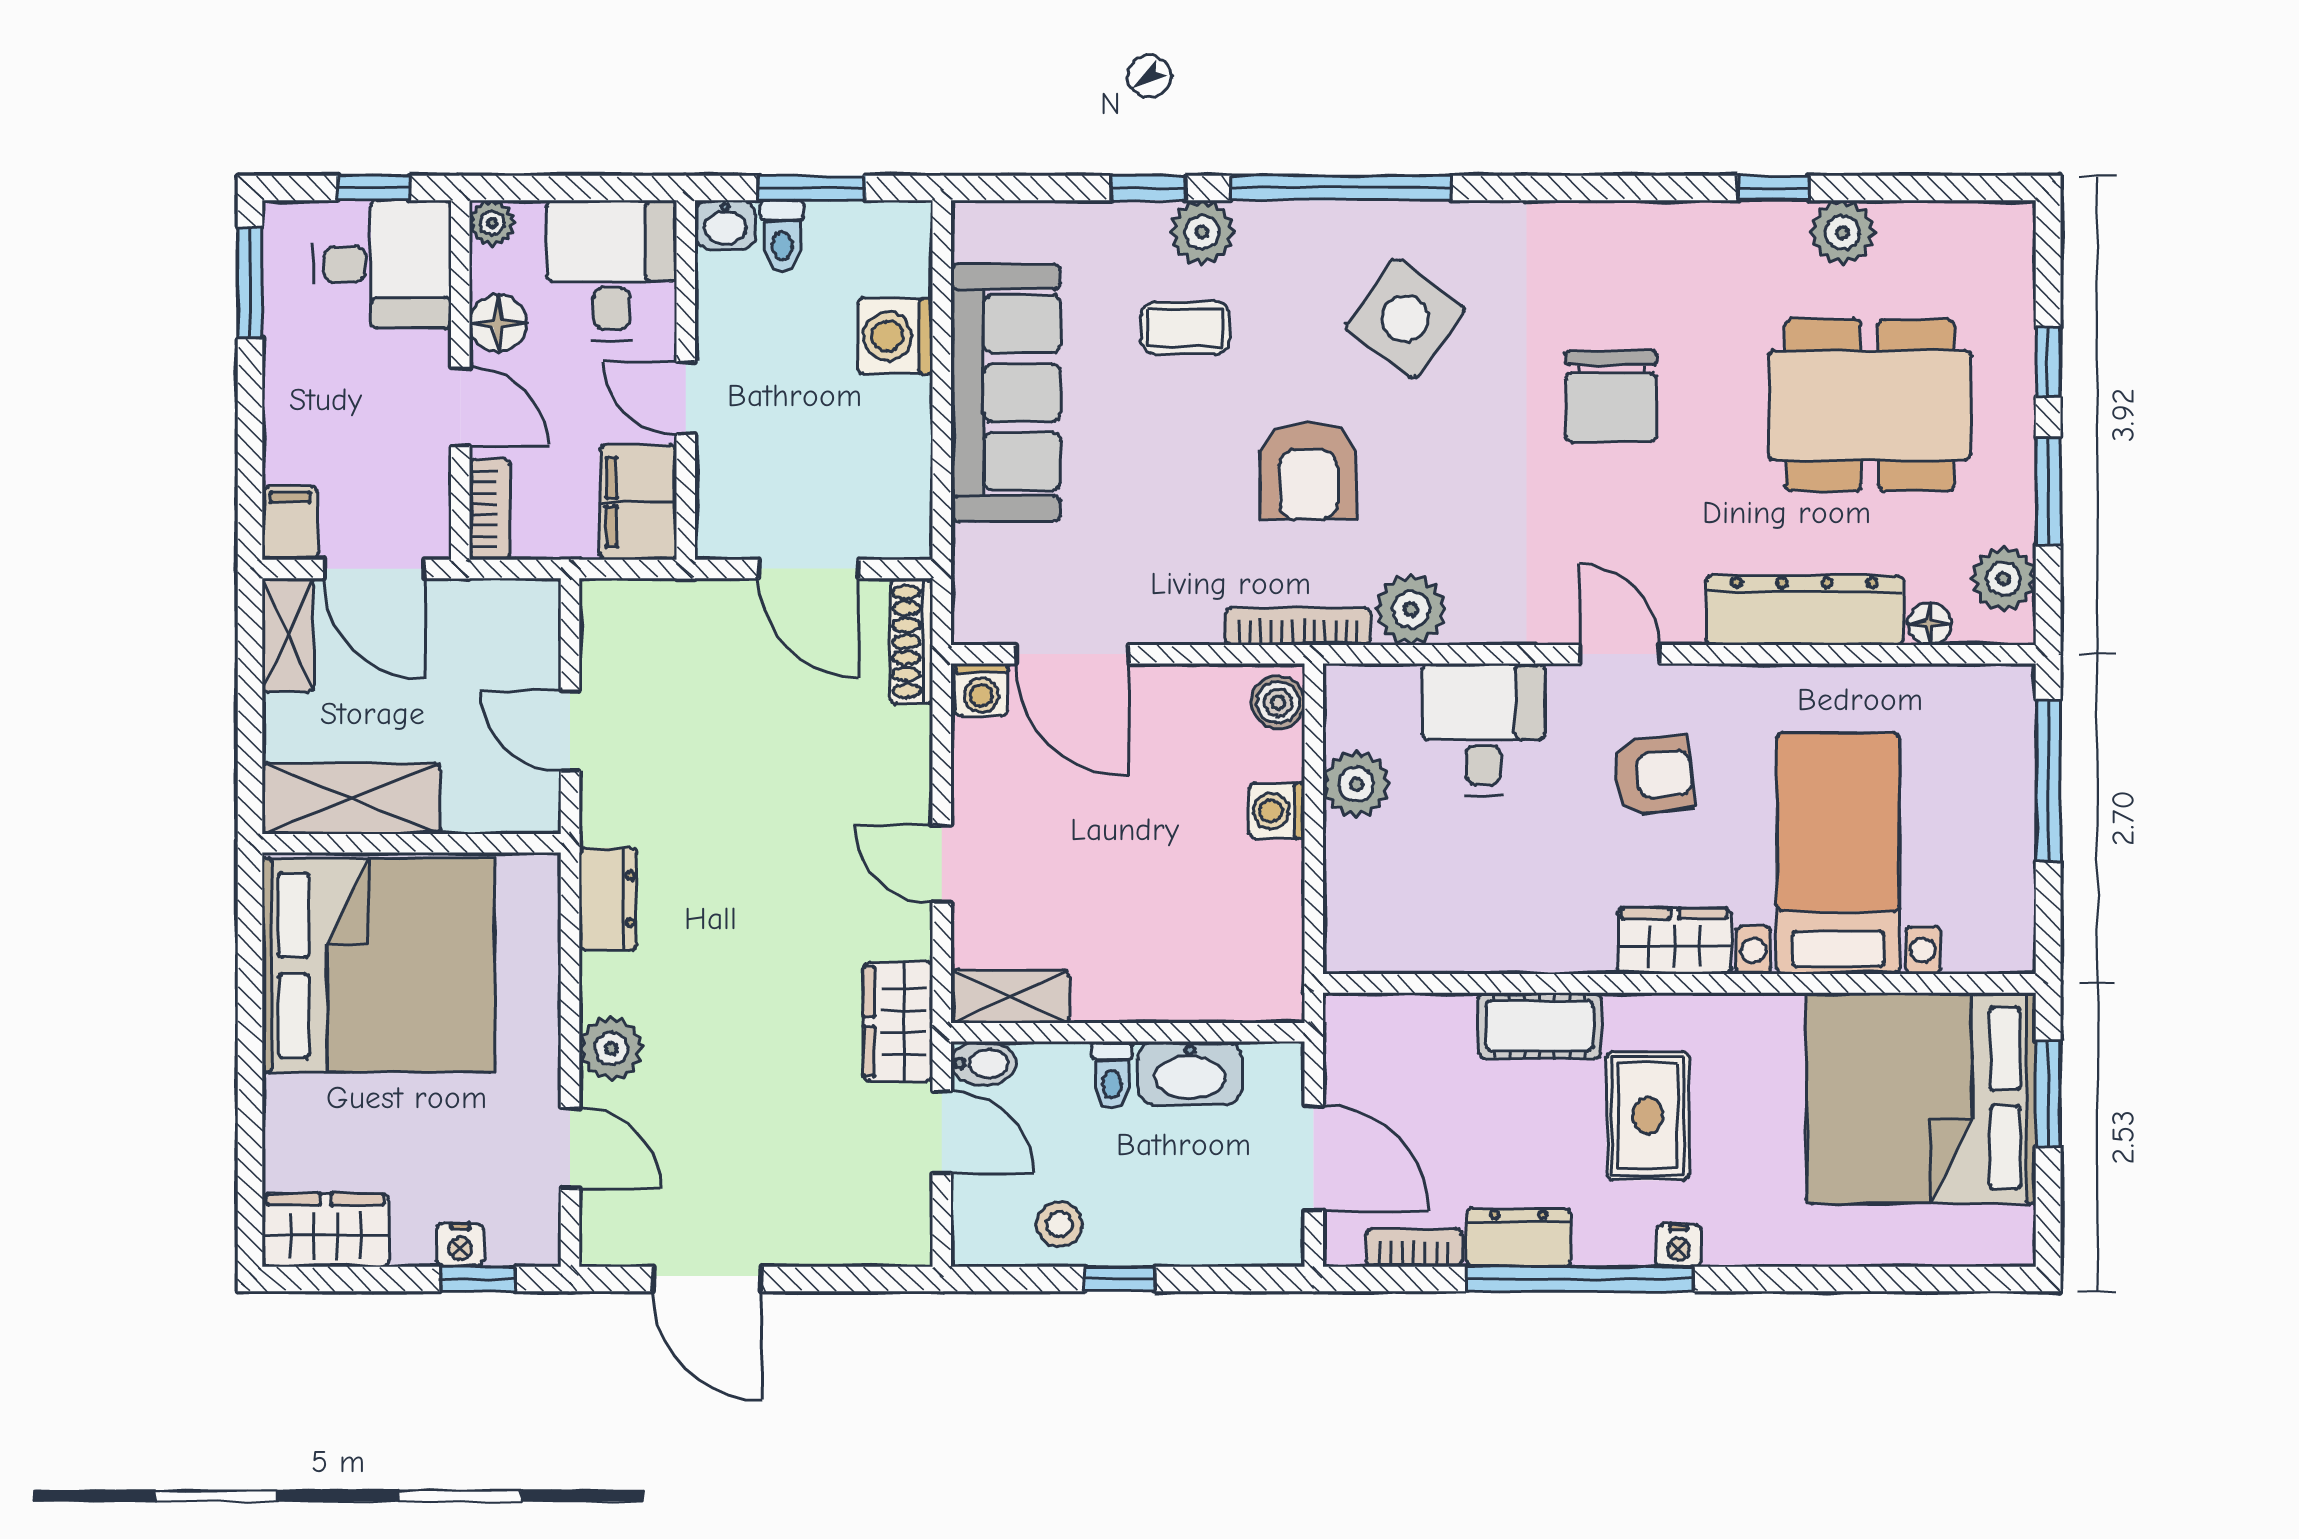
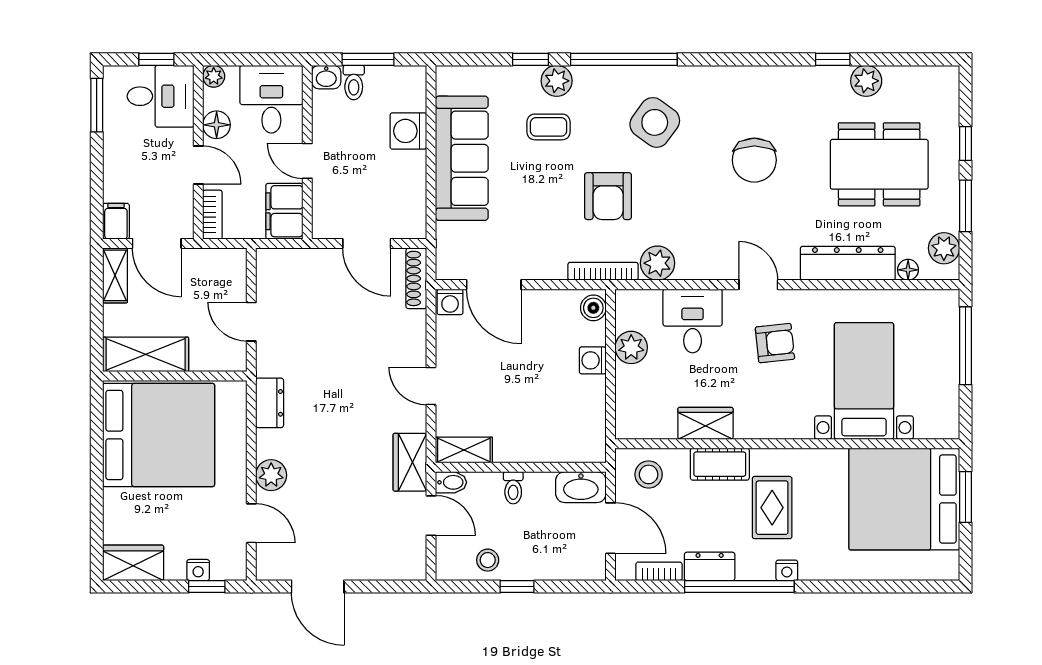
wardrobe: (1674, 941) -> (705, 423), moved
stool: (1392, 1047) -> (649, 474), added
washbasin: (1190, 1073) -> (581, 487), moved

